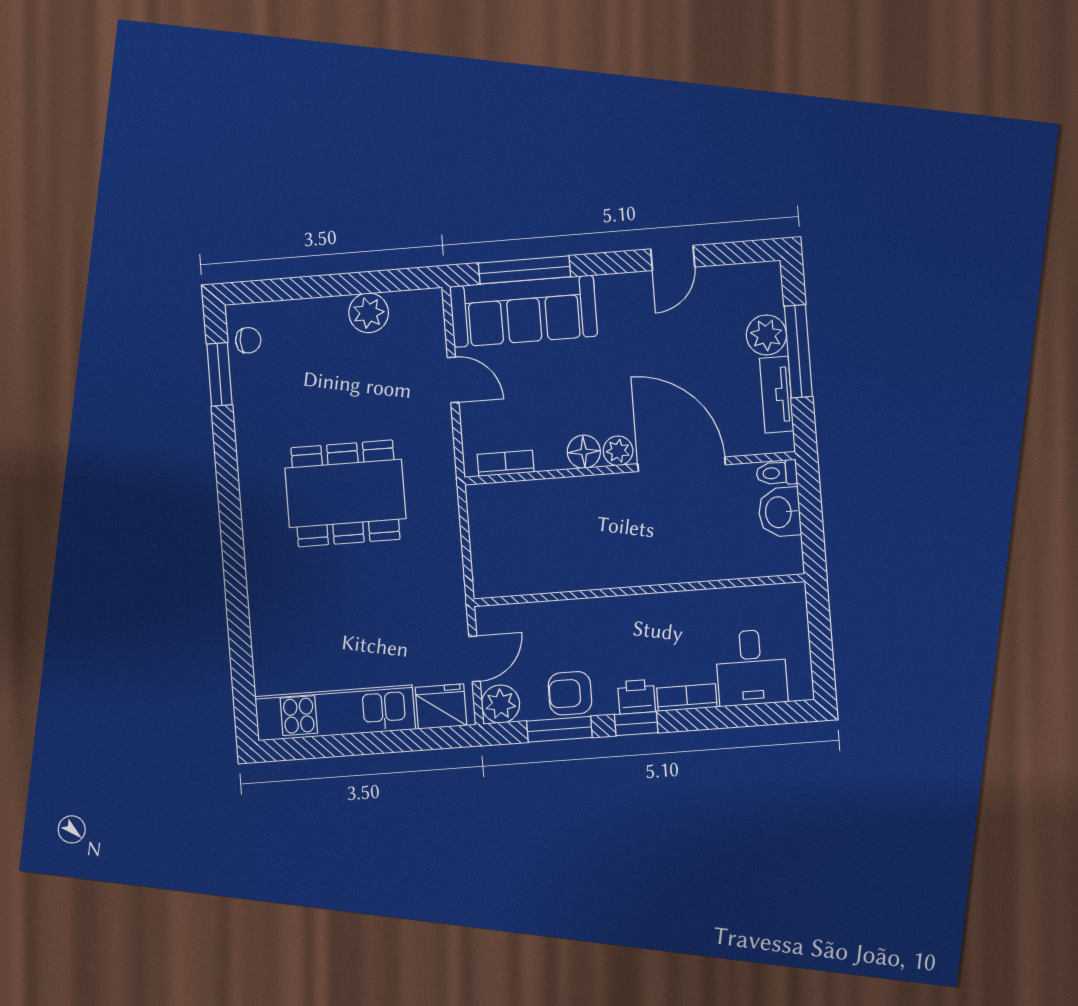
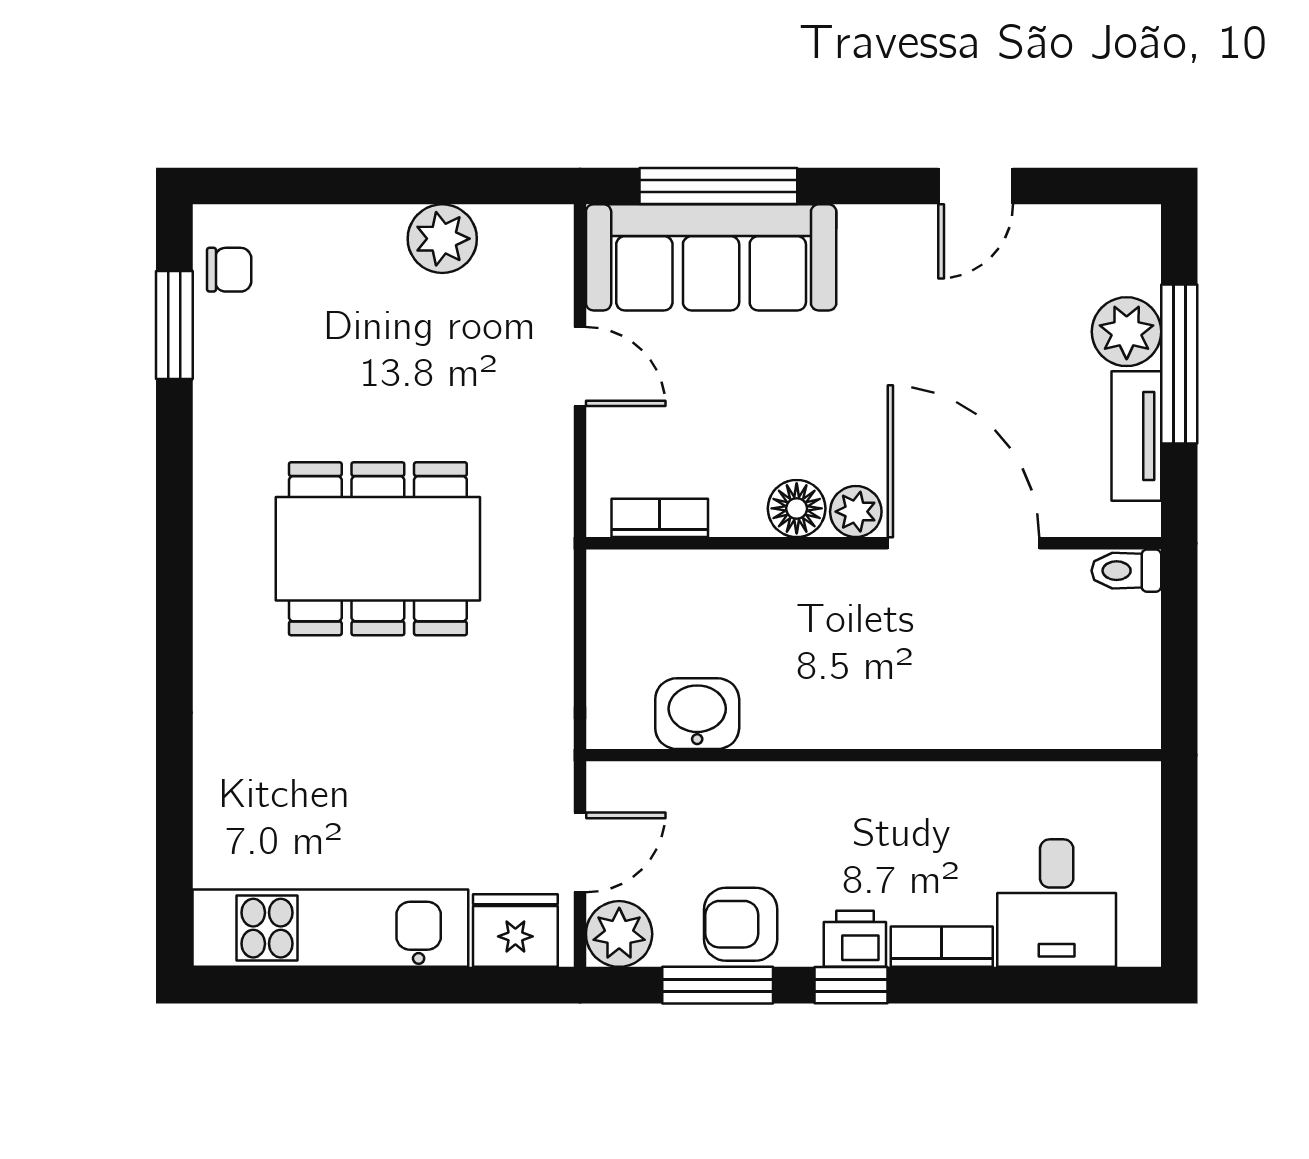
washbasin: (780, 512) -> (697, 714), moved, turned 90

